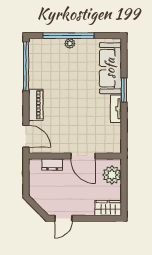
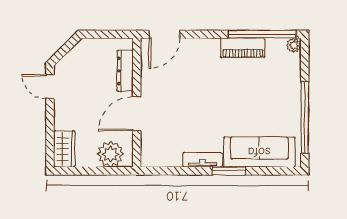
window: (68, 36) -> (305, 118), moved
plant: (70, 43) -> (294, 45), moved
piano: (36, 105) -> (243, 48), moved
dresser: (52, 164) -> (125, 71), width x1.44

